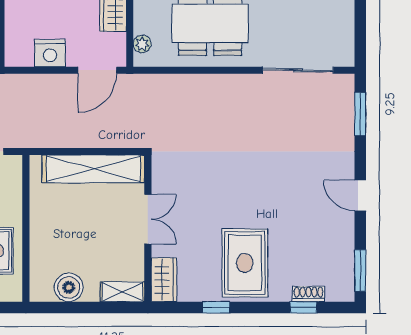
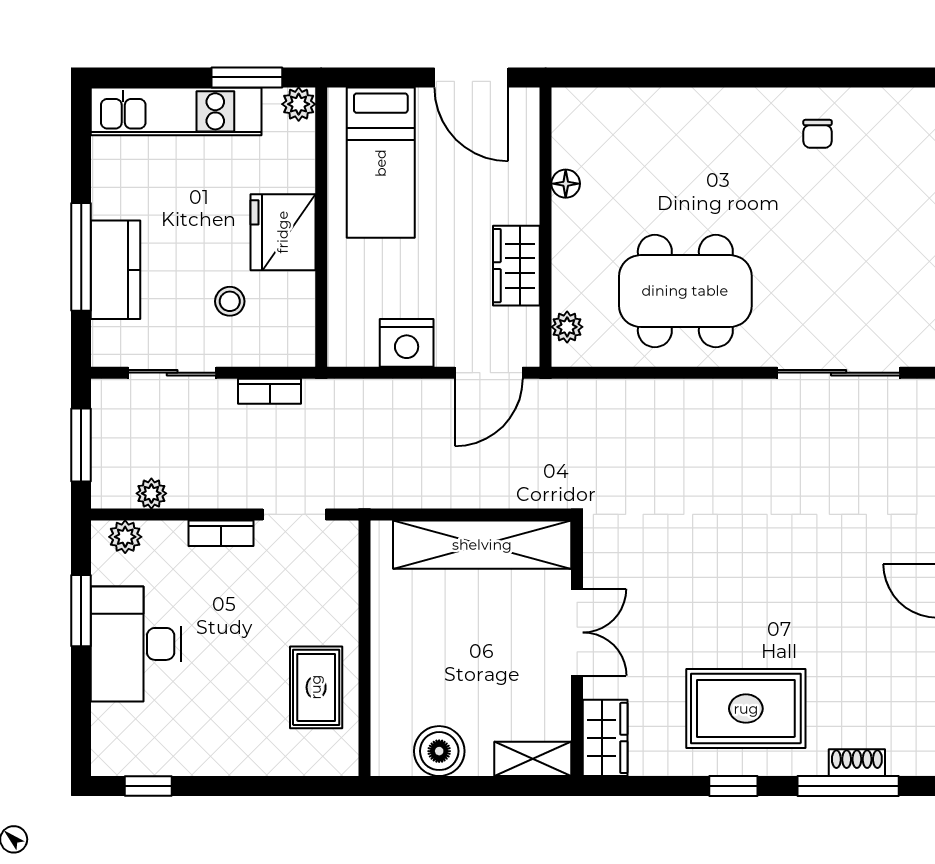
rug: (245, 263) -> (746, 709), turned 90
window: (216, 307) -> (733, 786), moved
window: (304, 307) -> (848, 786), width x2.17

